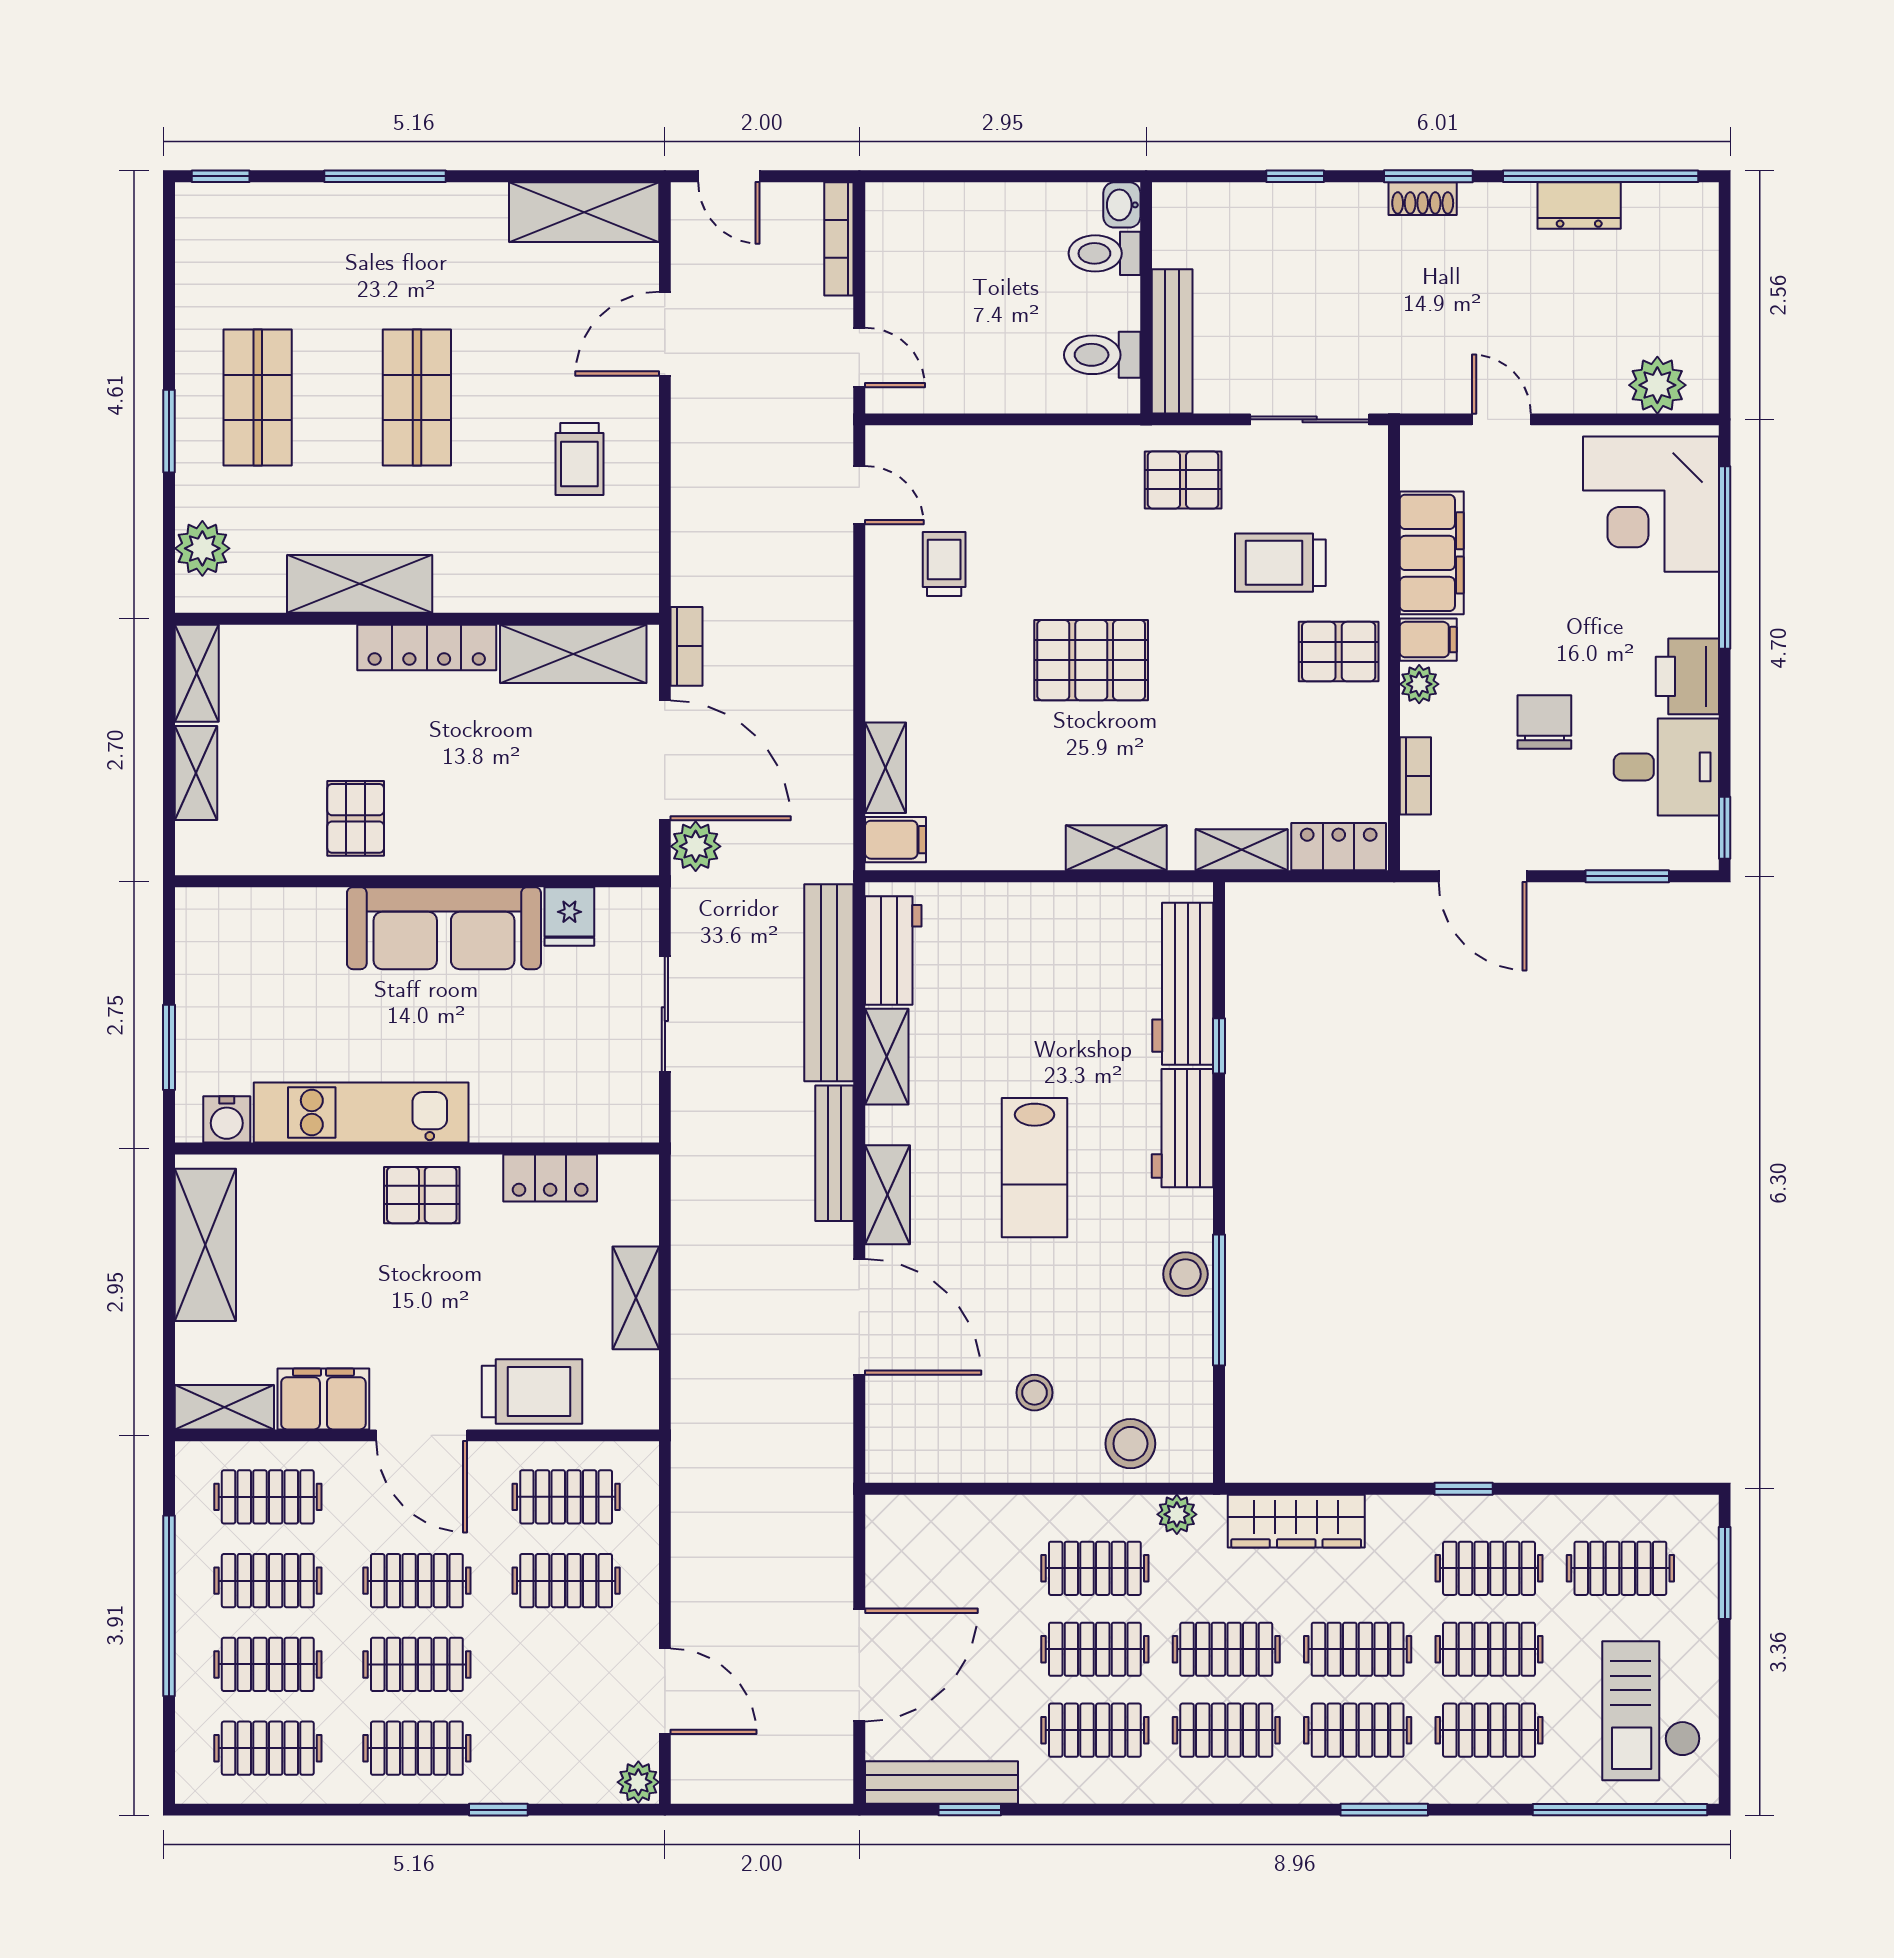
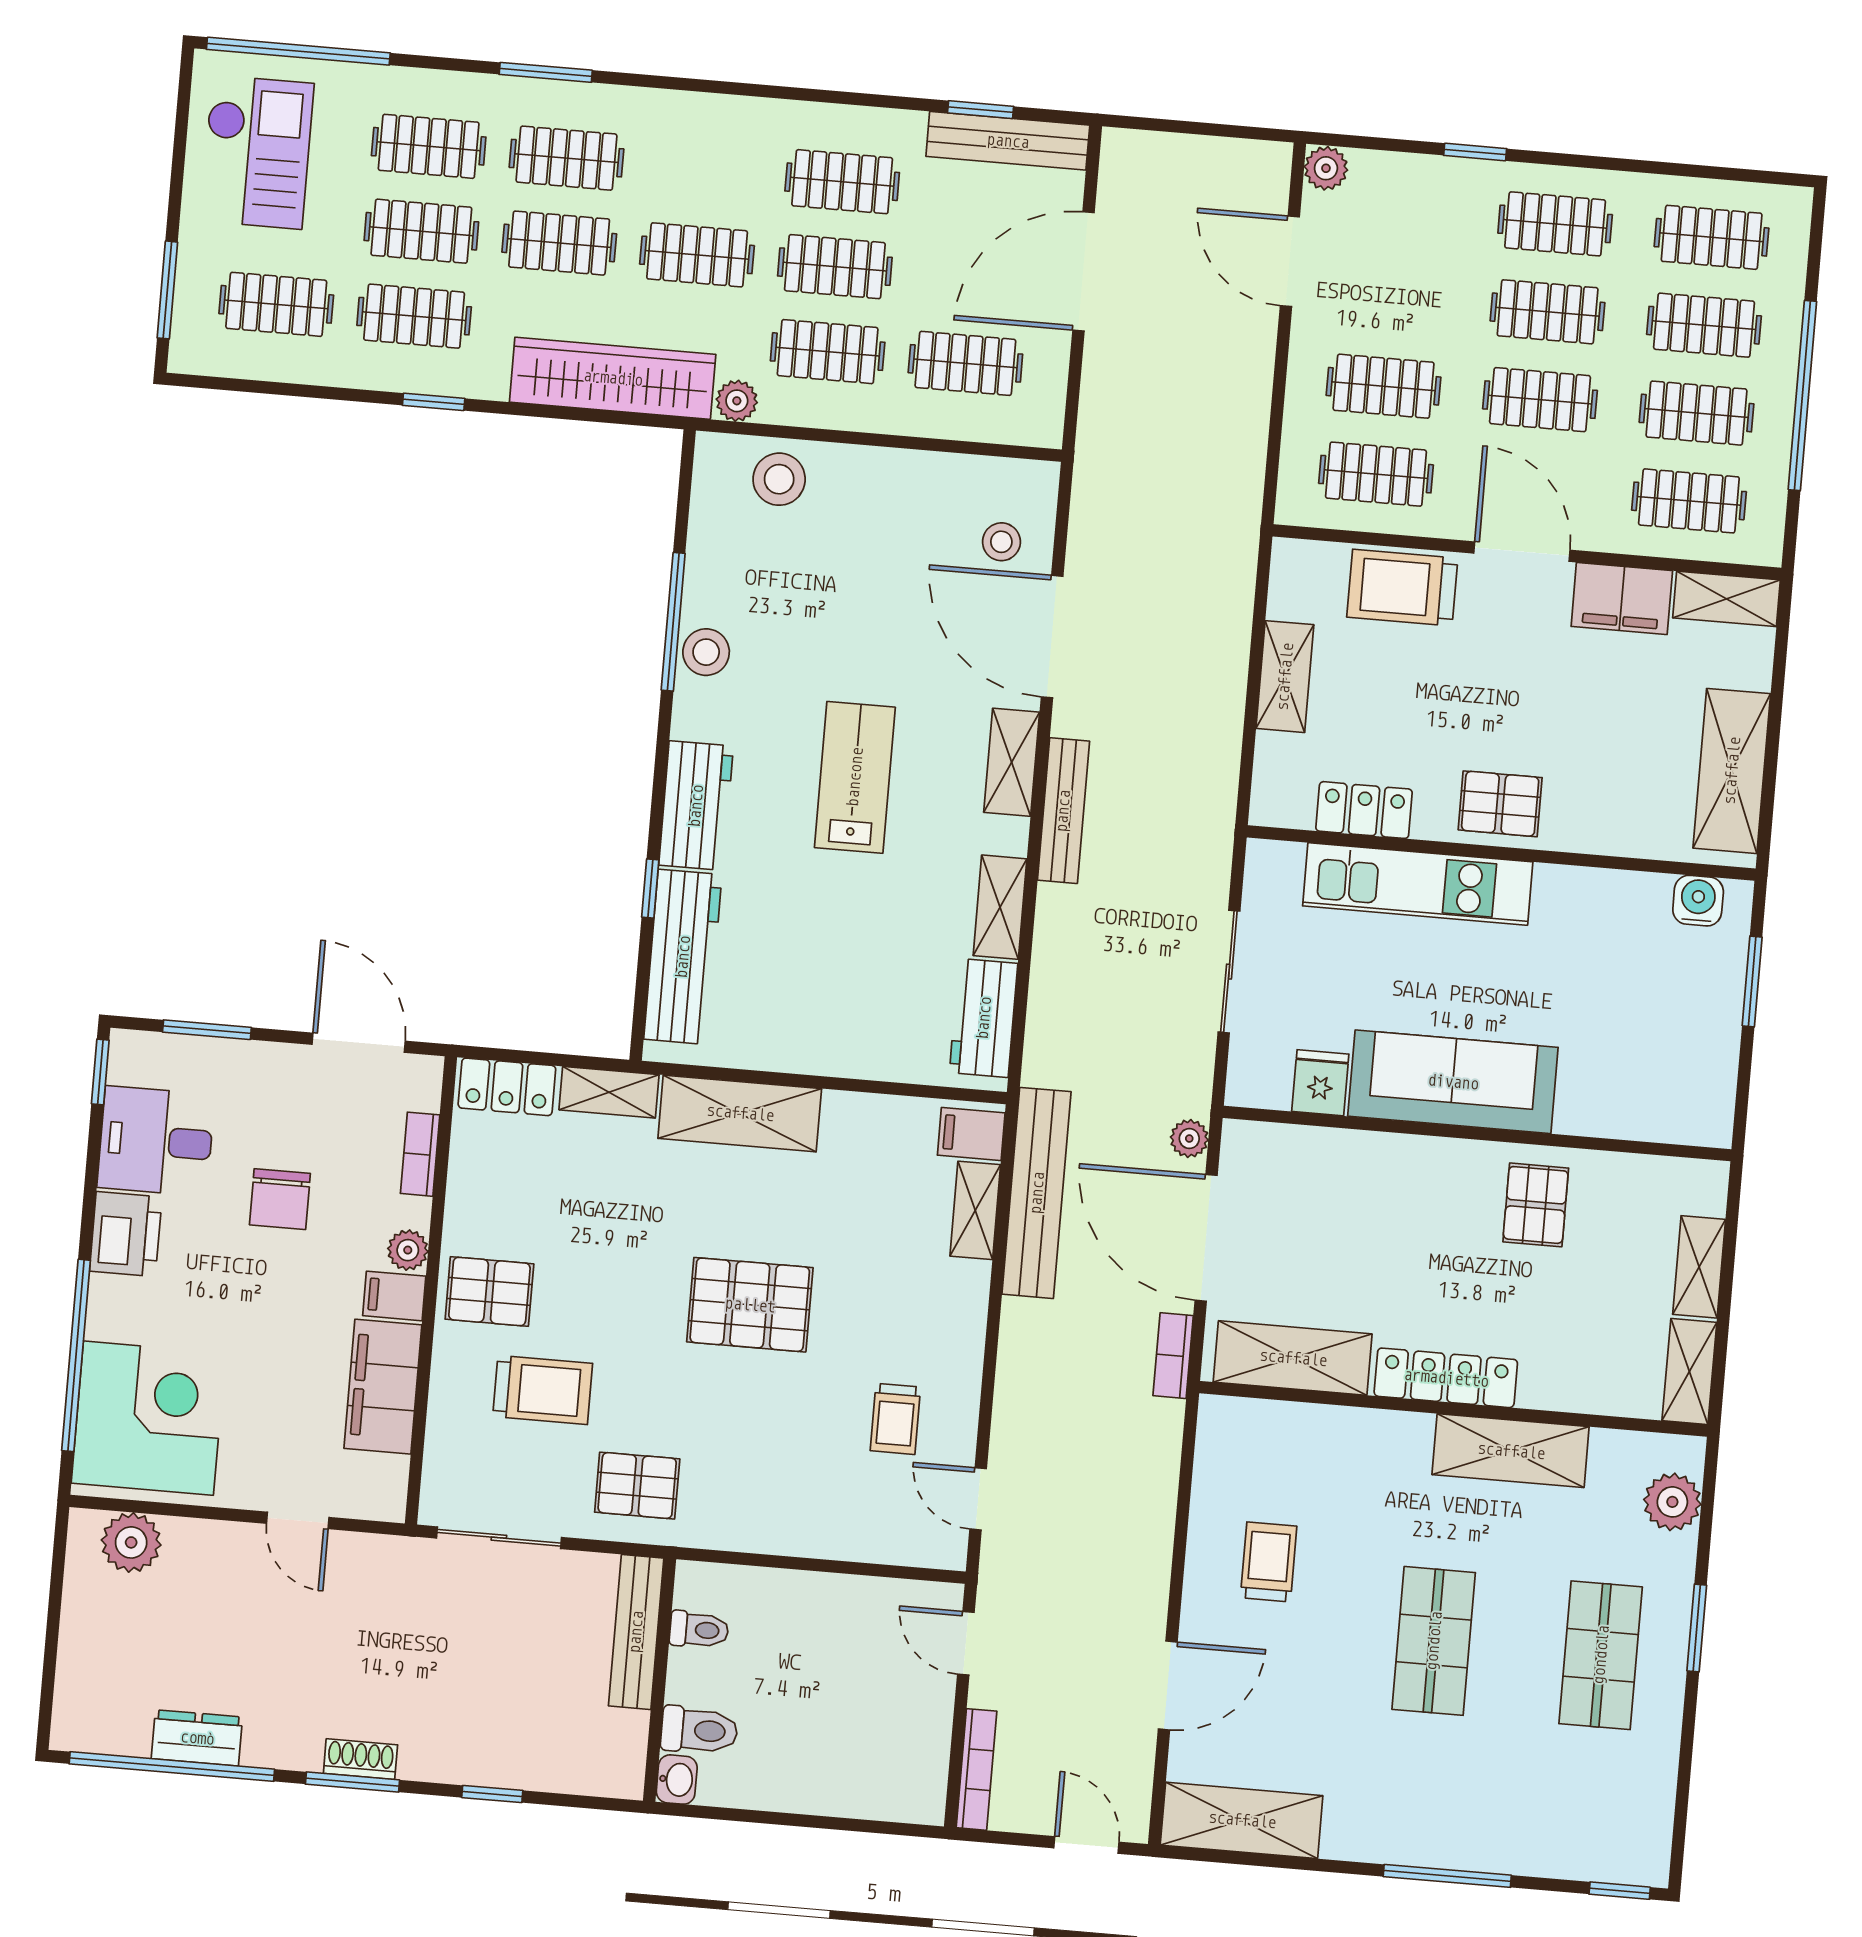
toilet: (1102, 355) -> (699, 1630), width x0.73, depth x0.72
plant: (696, 846) -> (1189, 1139), width x0.73, depth x0.73
shelving: (1116, 848) -> (740, 1113), width x1.50, depth x1.33
bench: (829, 983) -> (1037, 1193), moved
kitchen unit: (361, 1112) -> (1418, 884), moved
stool: (1035, 1393) -> (1001, 542), moved
wardrobe: (1296, 1521) -> (613, 378), width x1.40, depth x1.17
clothes rail: (1226, 1730) -> (965, 363), moved

